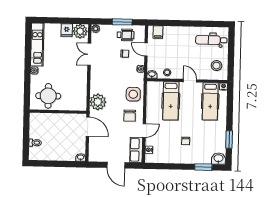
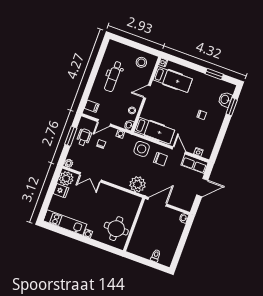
dental chair: (211, 40) -> (113, 76), moved
hospital bed: (171, 101) -> (154, 131), moved
washbasin: (218, 159) -> (225, 99), moved

